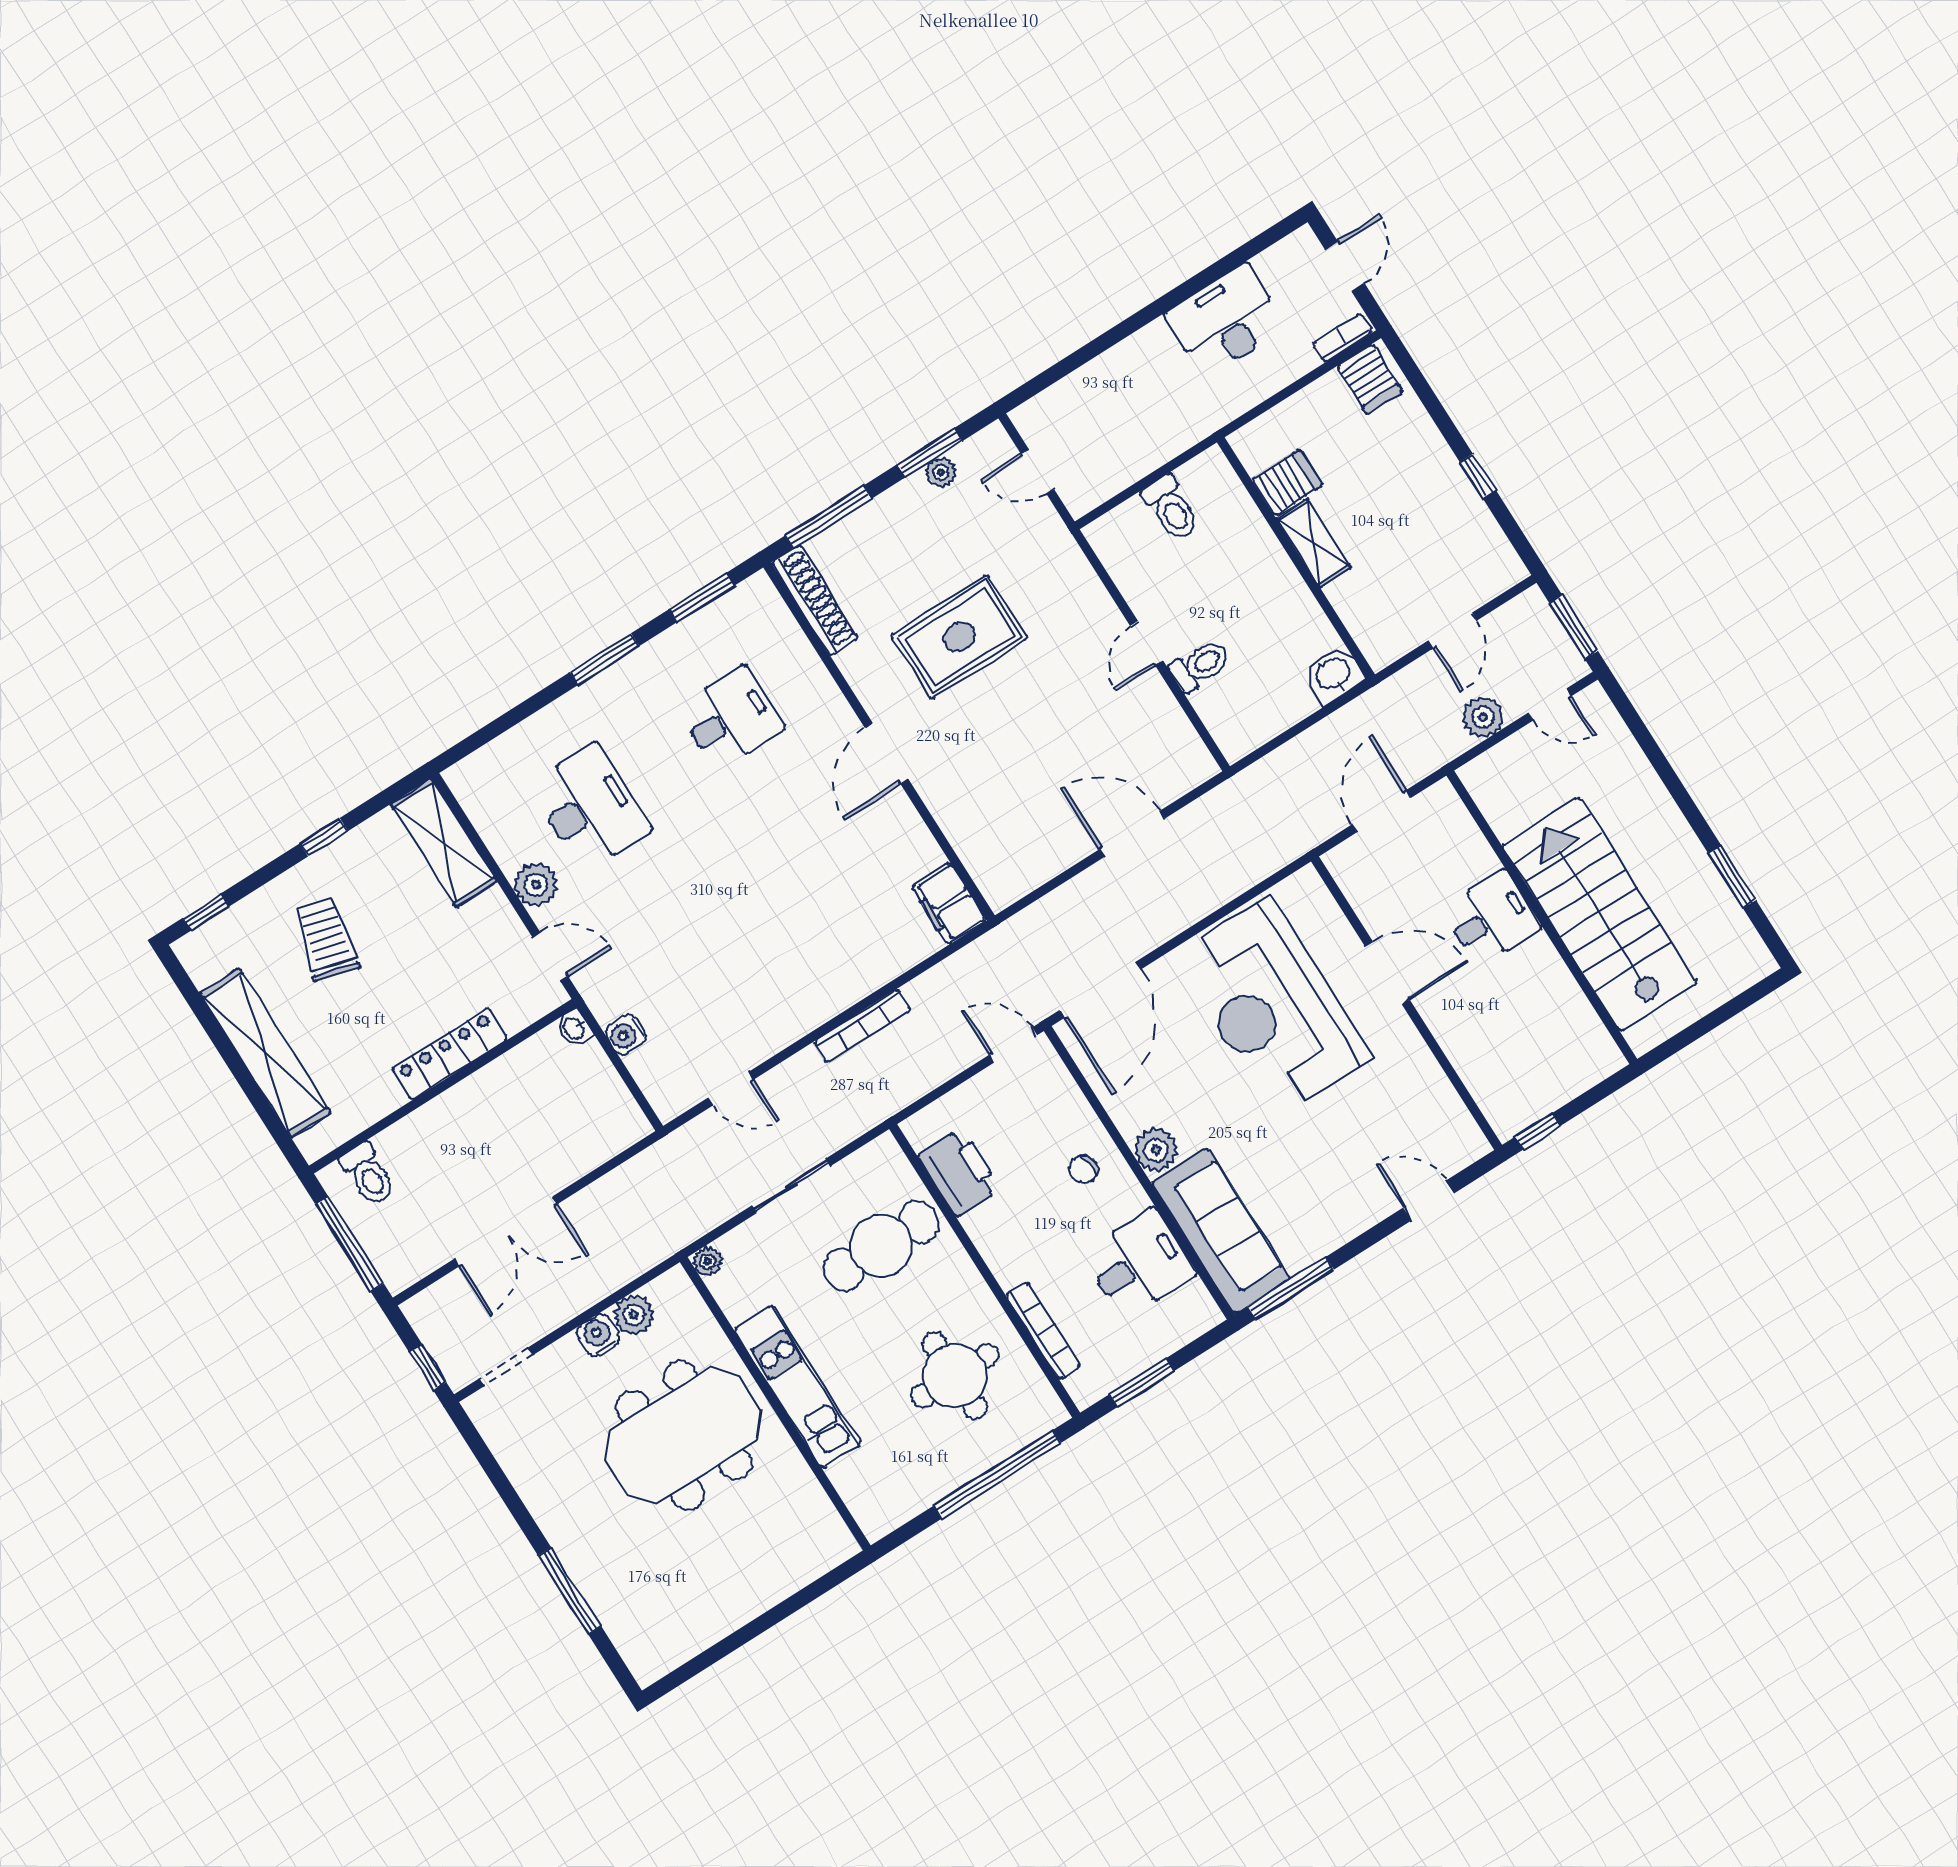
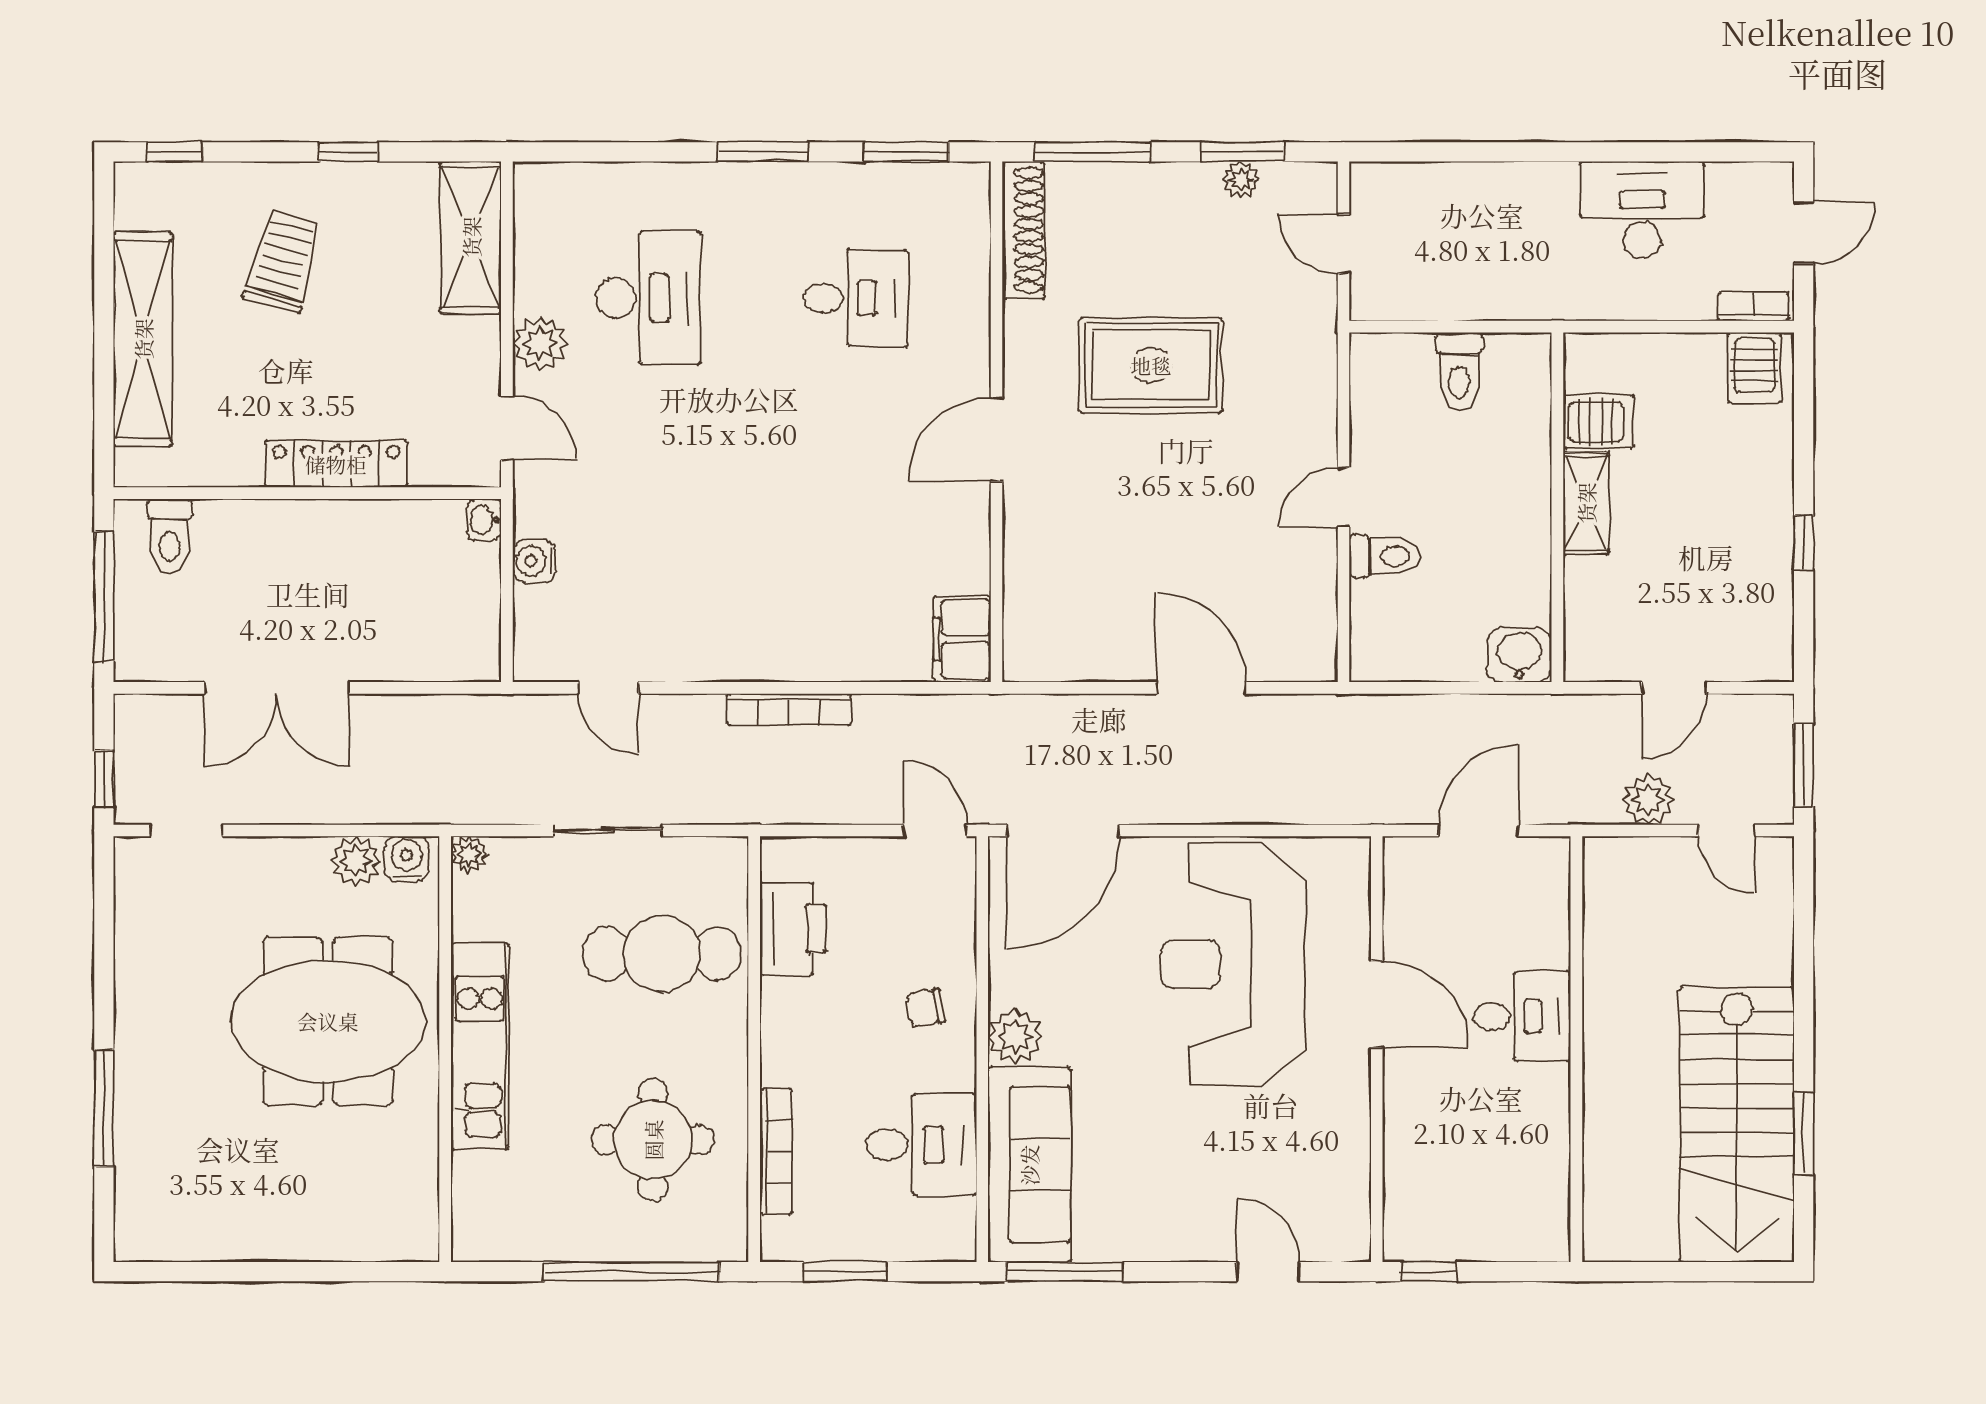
stairs: (1600, 914) -> (1737, 1125), moved, turned 180
water cooler: (598, 1335) -> (407, 859), moved

